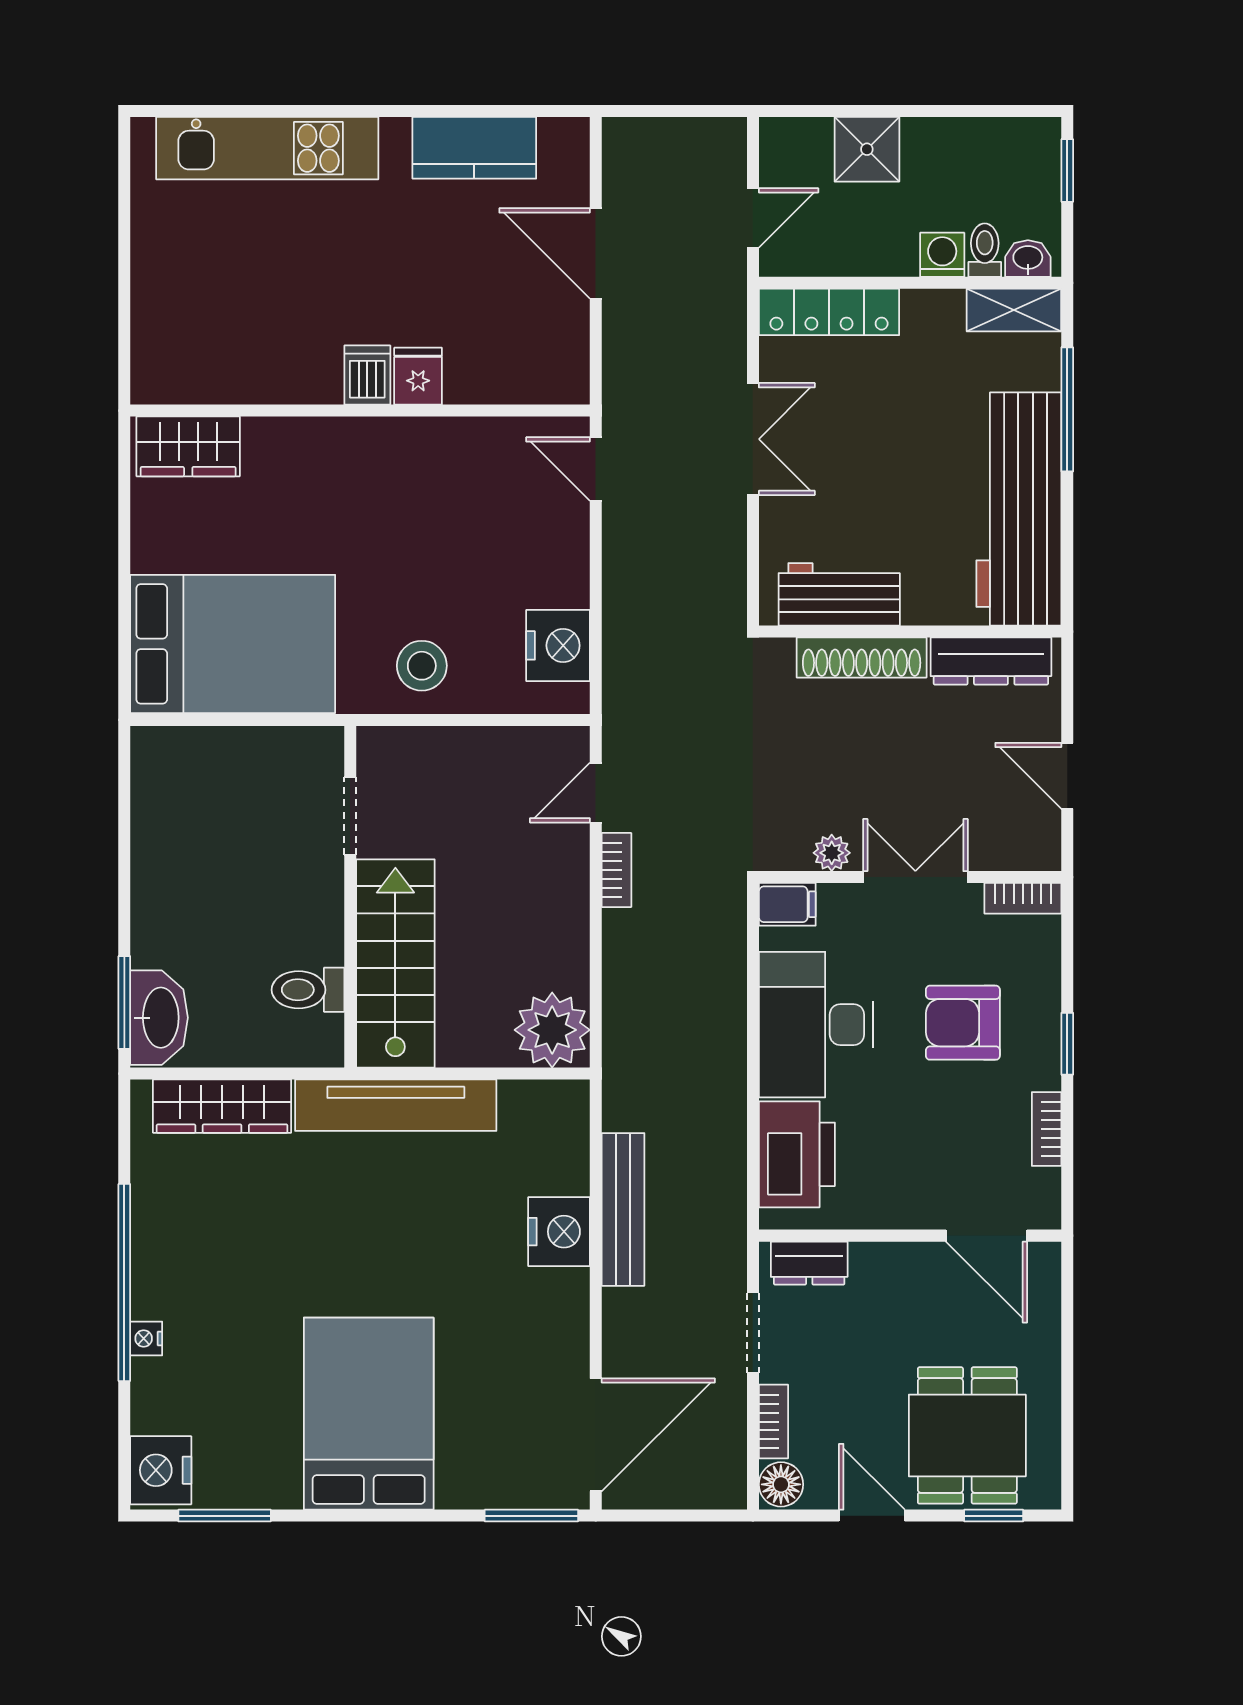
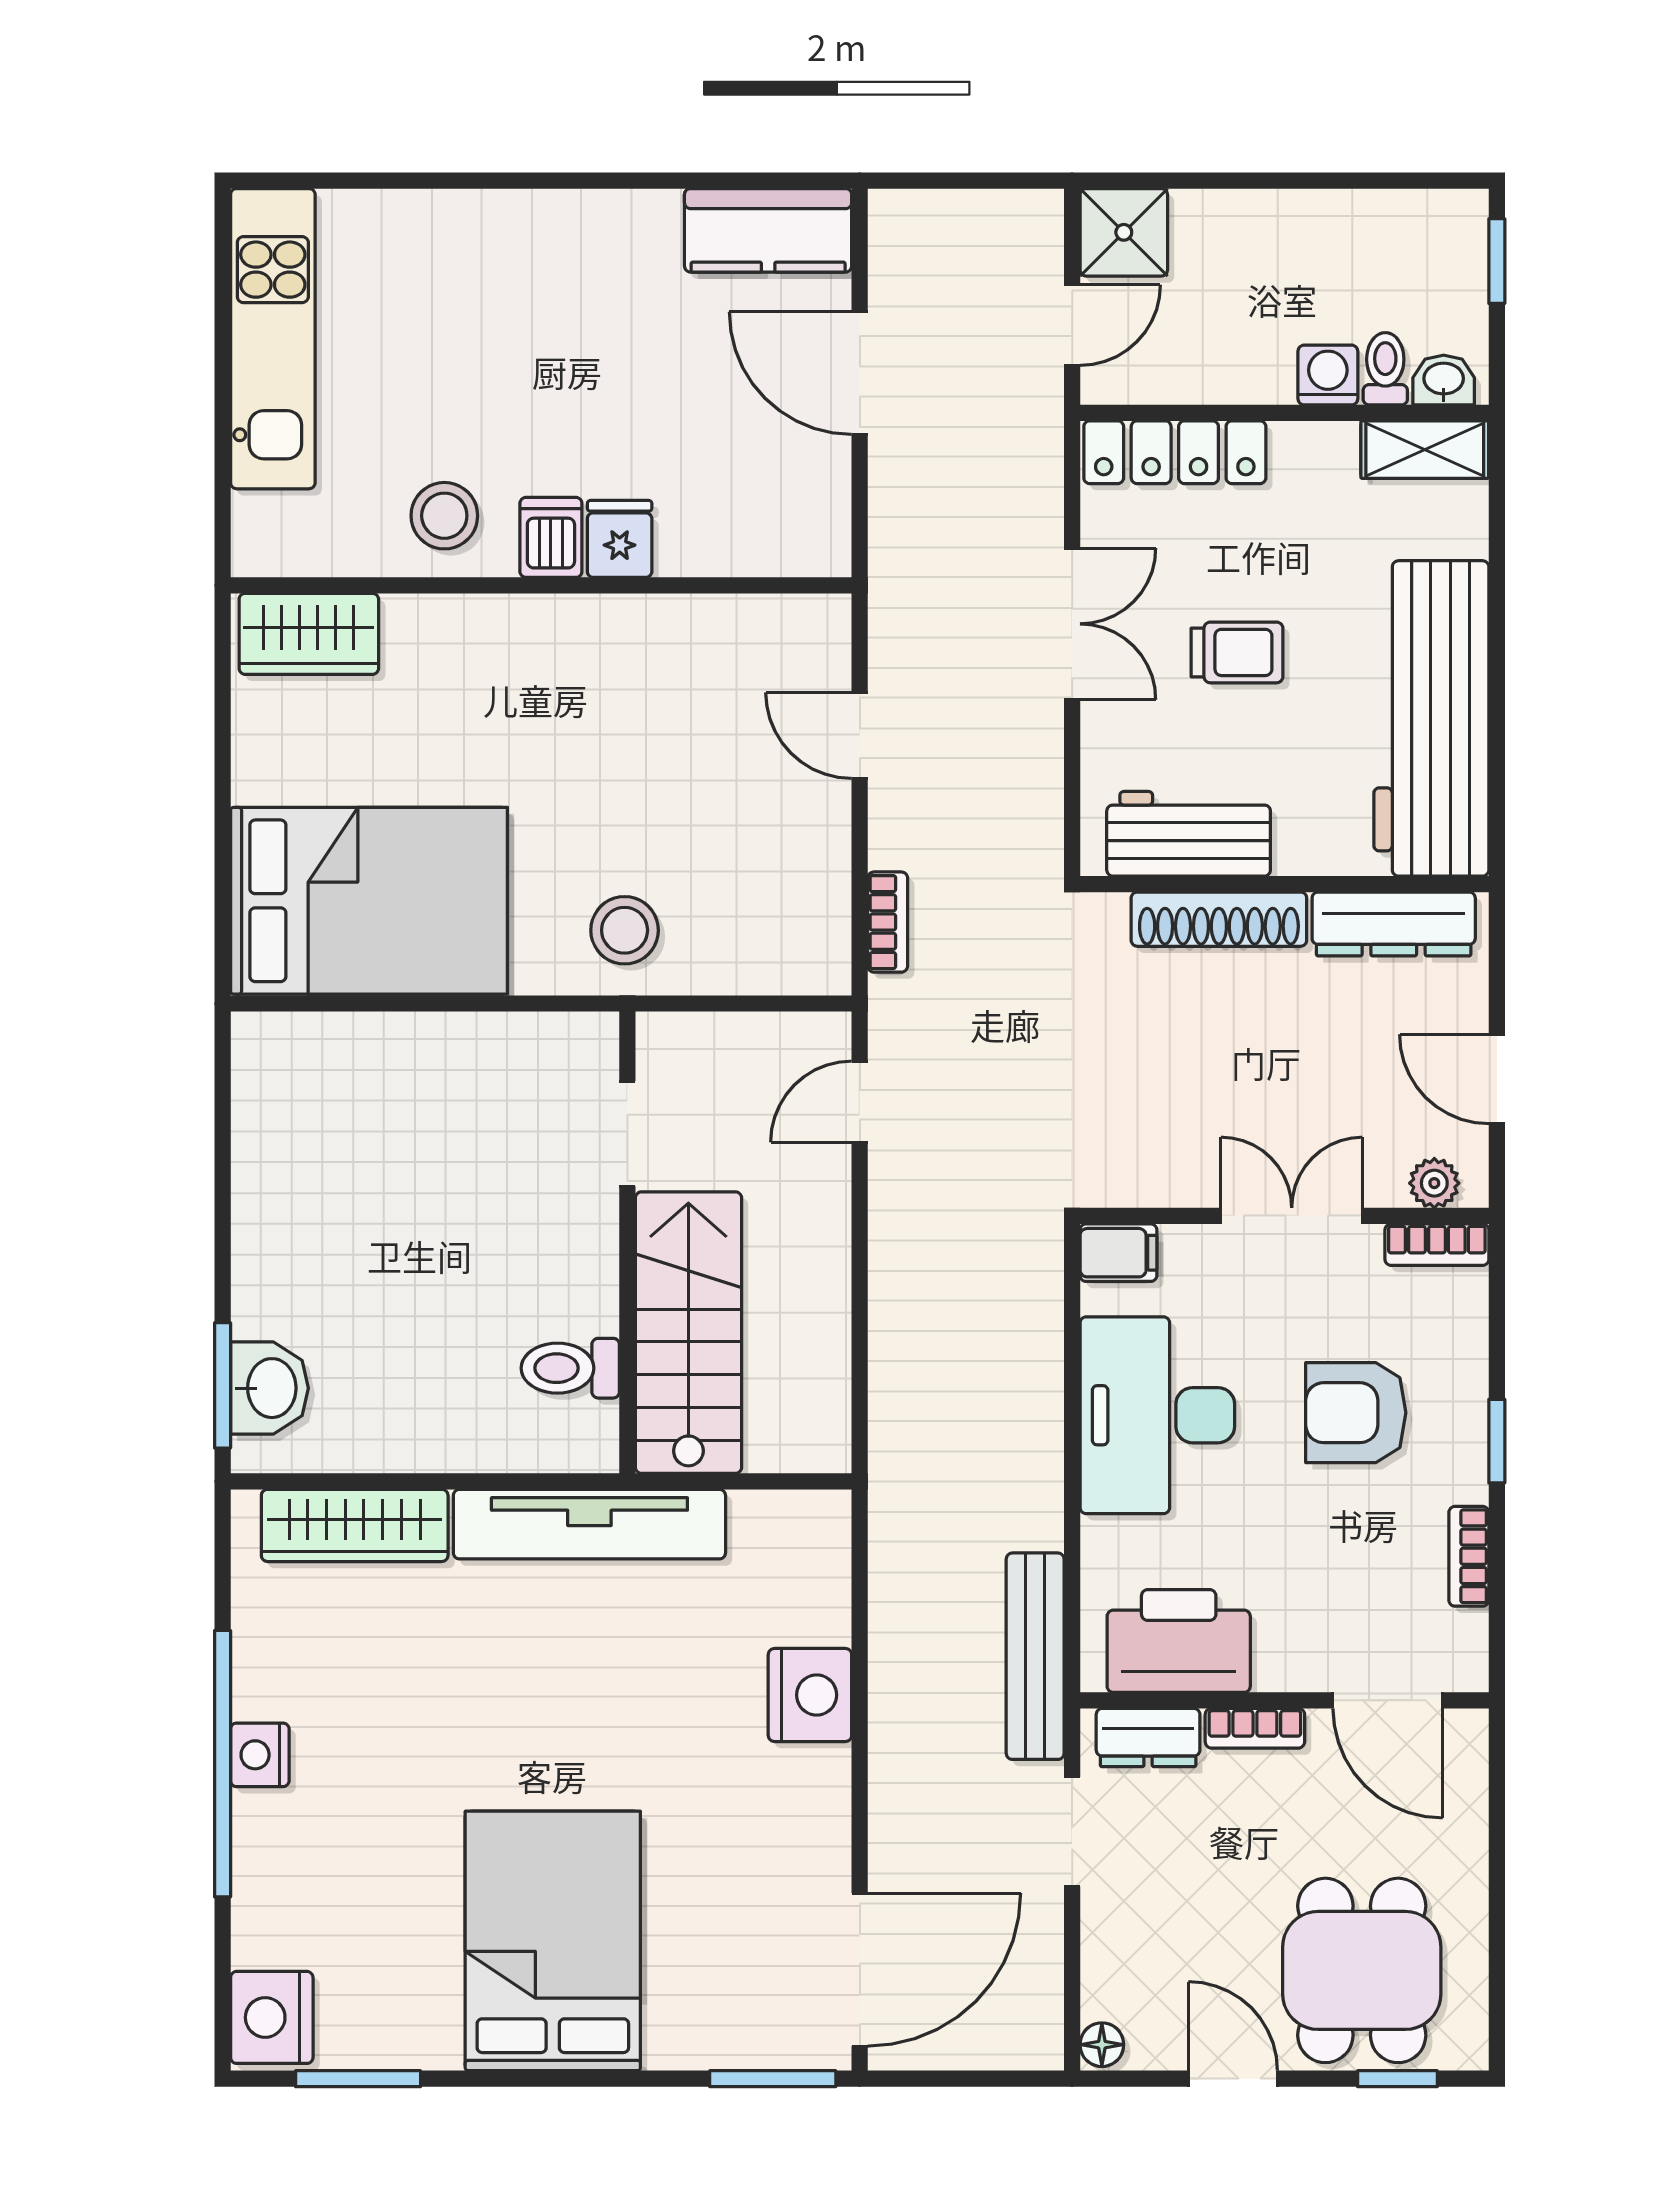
kitchen unit: (267, 148) -> (273, 339), moved, turned -90
kitchen counter: (474, 148) -> (768, 230), moved
shower: (867, 149) -> (1124, 232), moved
stool: (288, 359) -> (444, 516), added
window: (1067, 409) -> (1497, 584), removed
trolley: (875, 460) -> (1237, 652), added
door: (596, 469) -> (860, 735), moved
nightstand: (558, 645) -> (809, 903), removed
doorway: (350, 816) -> (627, 1134), moved
plant: (832, 853) -> (1434, 1183), moved
bookcase: (616, 870) -> (888, 922), moved
wall: (350, 897) -> (627, 1242), moved
stairs: (395, 963) -> (688, 1333), moved
toilet: (308, 990) -> (570, 1368), moved
washbasin: (159, 1018) -> (269, 1388), width x0.72
plant: (552, 1030) -> (801, 1422), removed
printer: (797, 1154) -> (1179, 1641), moved, turned -90
bench: (623, 1209) -> (1035, 1656), moved
nightstand: (146, 1338) -> (260, 1755), moved, width x1.39, depth x1.35
bookcase: (774, 1422) -> (1255, 1728), moved, turned 90
floor lamp: (781, 1484) -> (1102, 2045), width x0.73, depth x0.73

